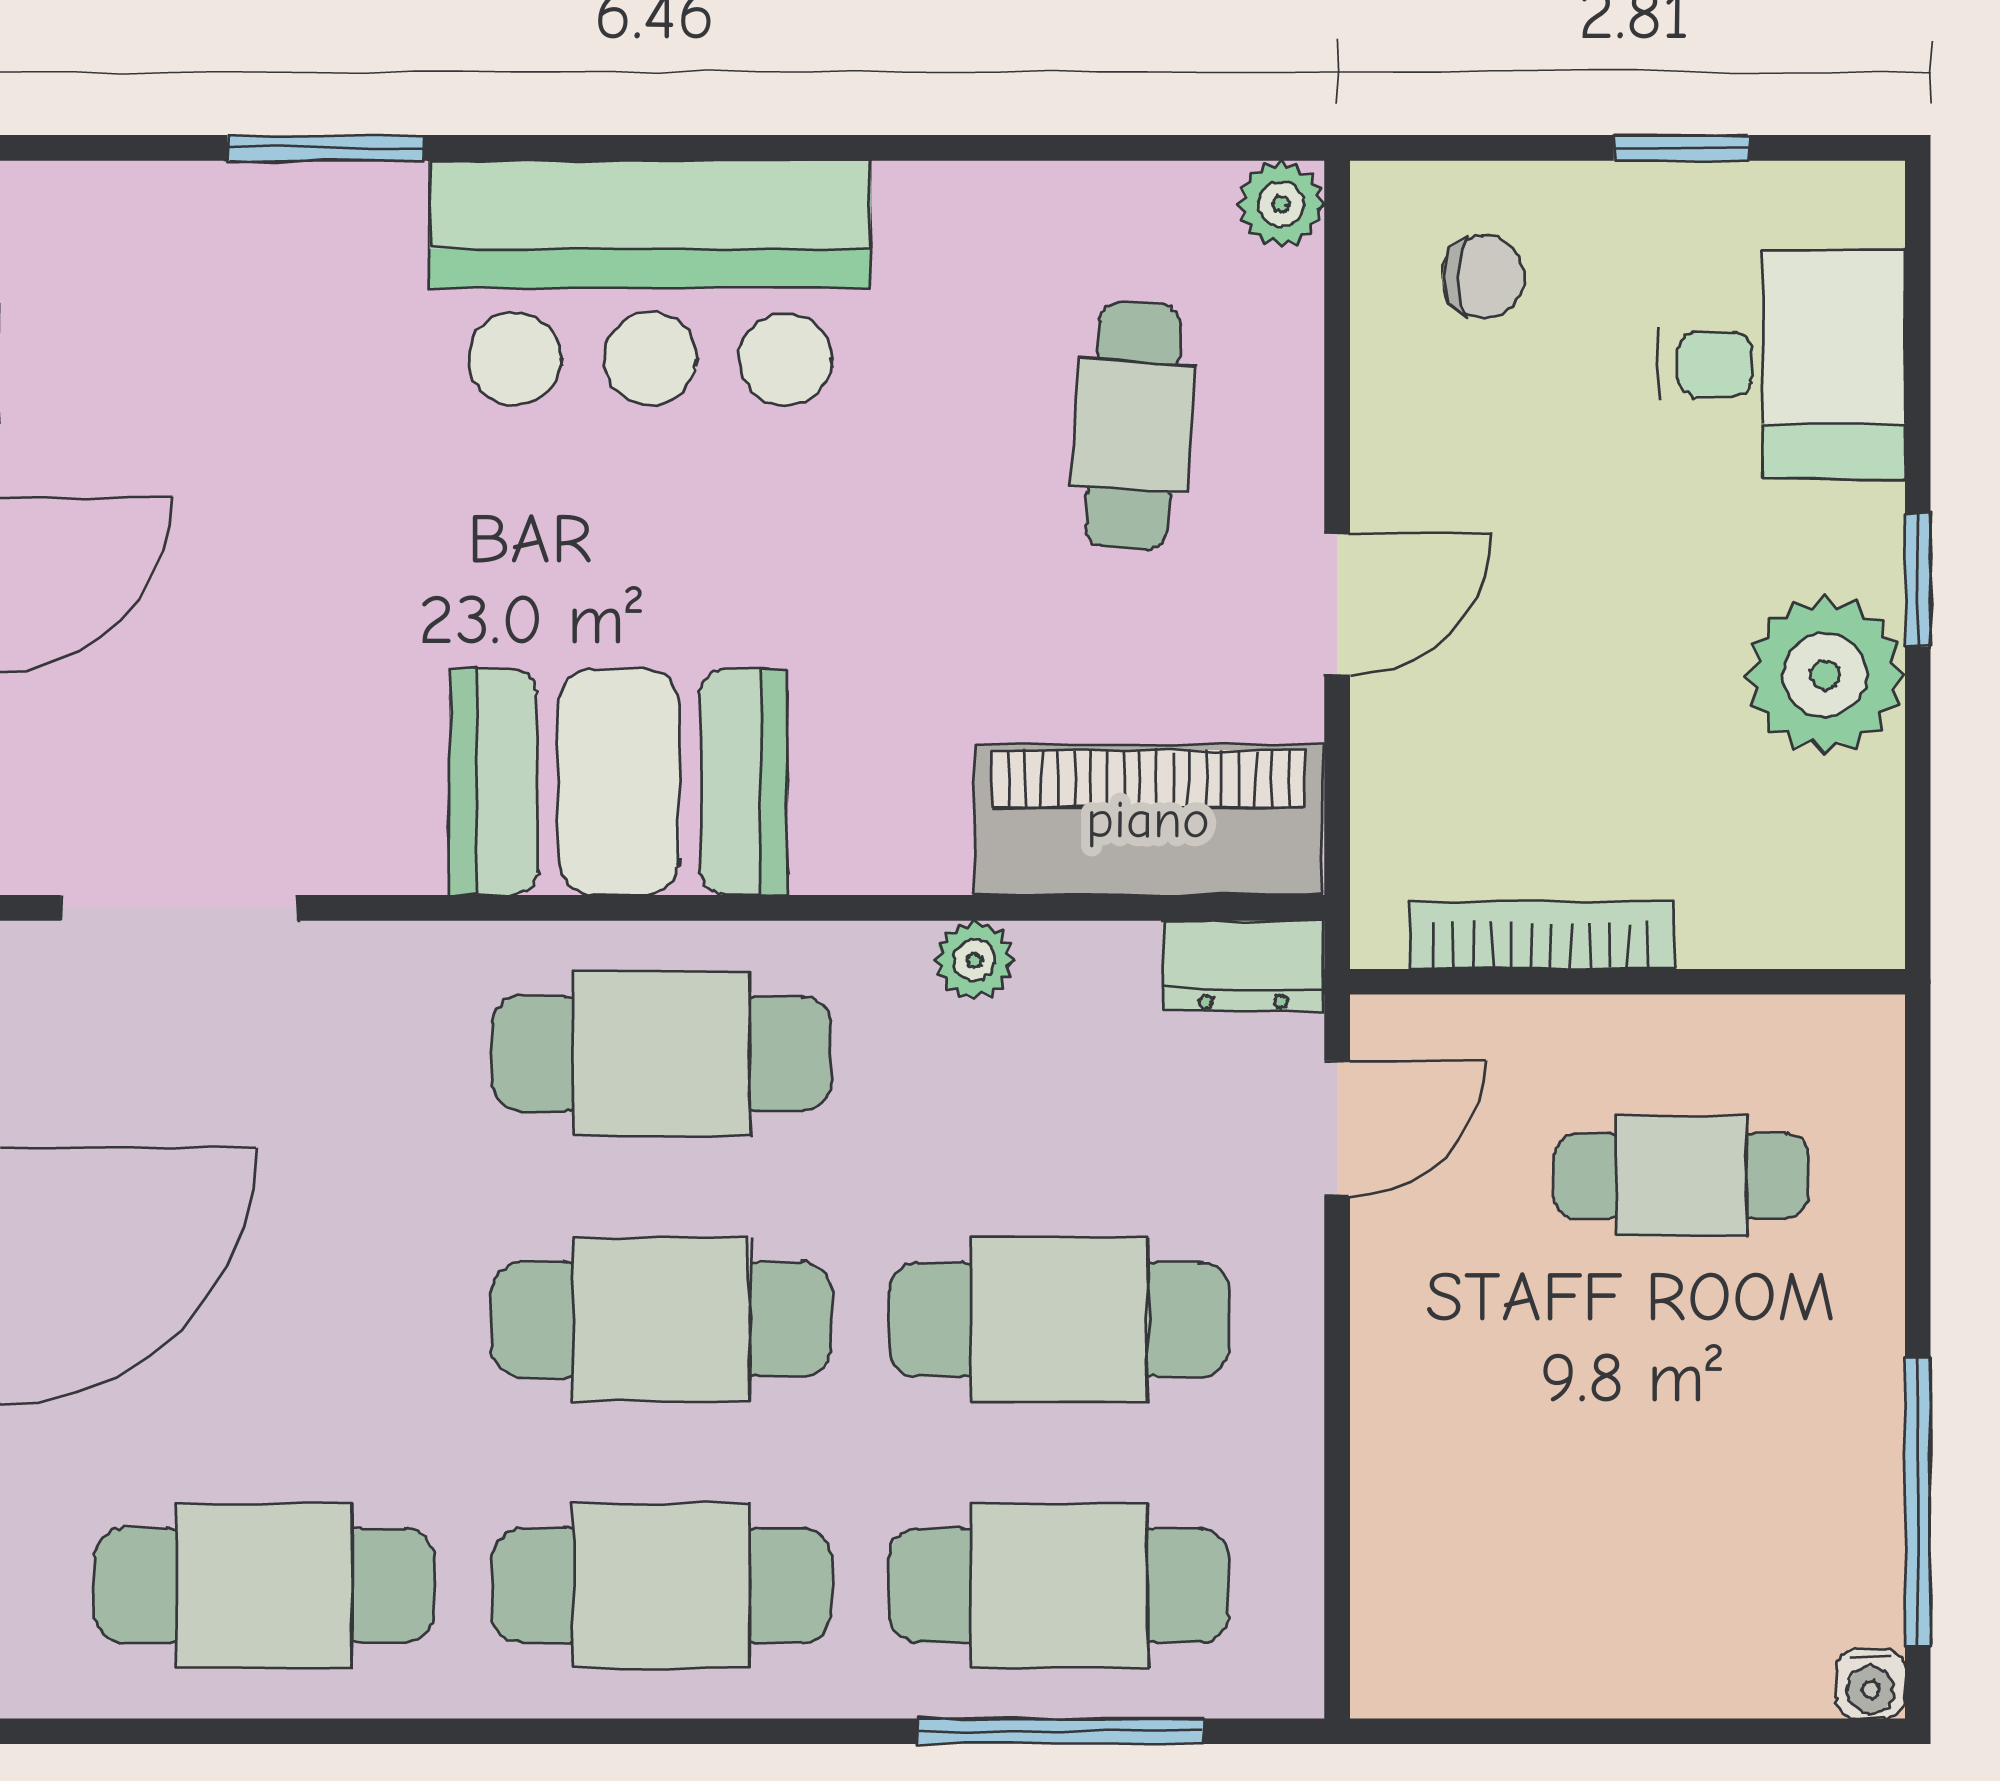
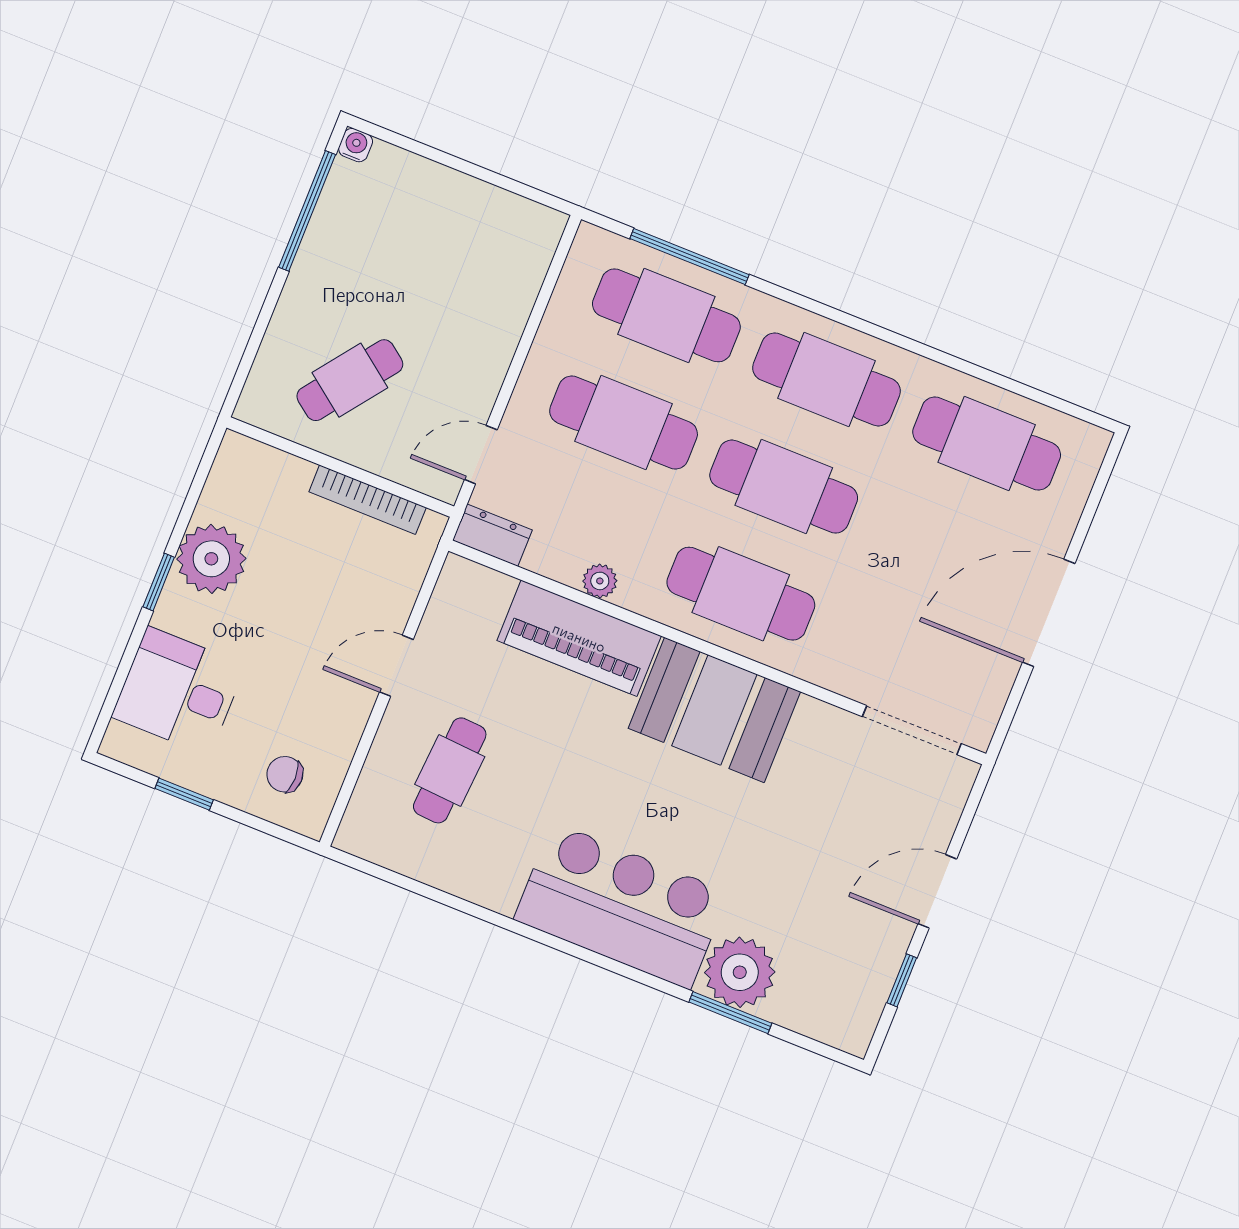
plant: (1281, 204) -> (740, 972), moved, width x1.88, depth x1.88
piano: (1148, 820) -> (579, 638), moved
cafe table: (1681, 1176) -> (350, 380), turned -53

